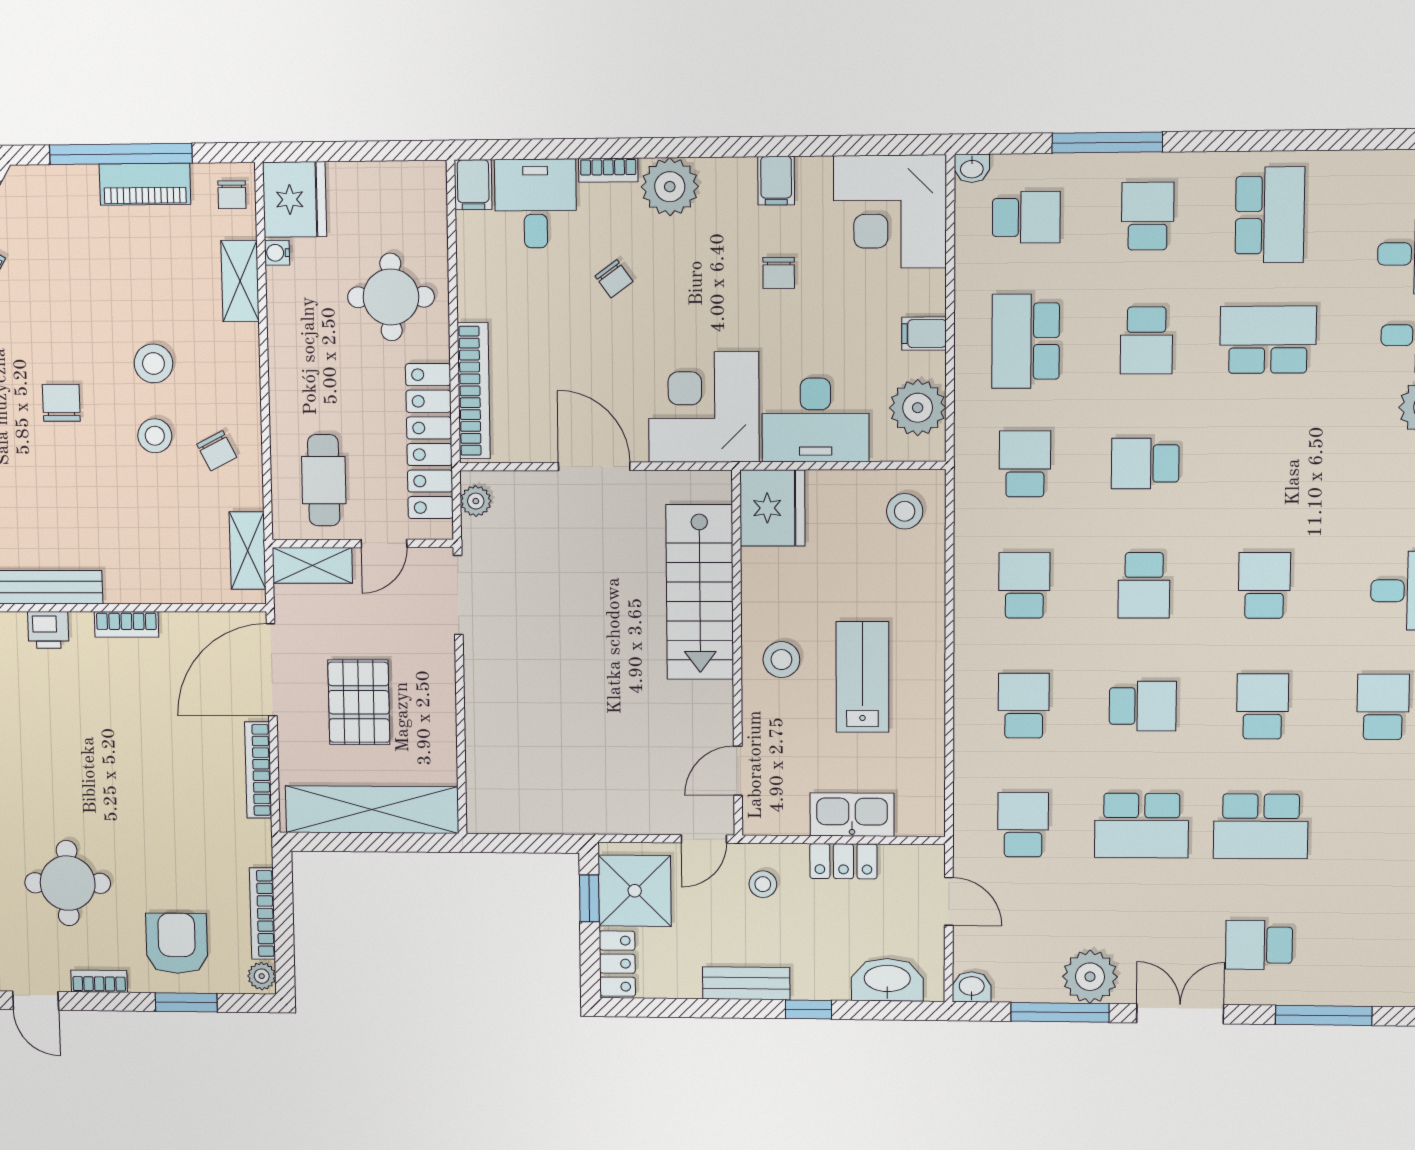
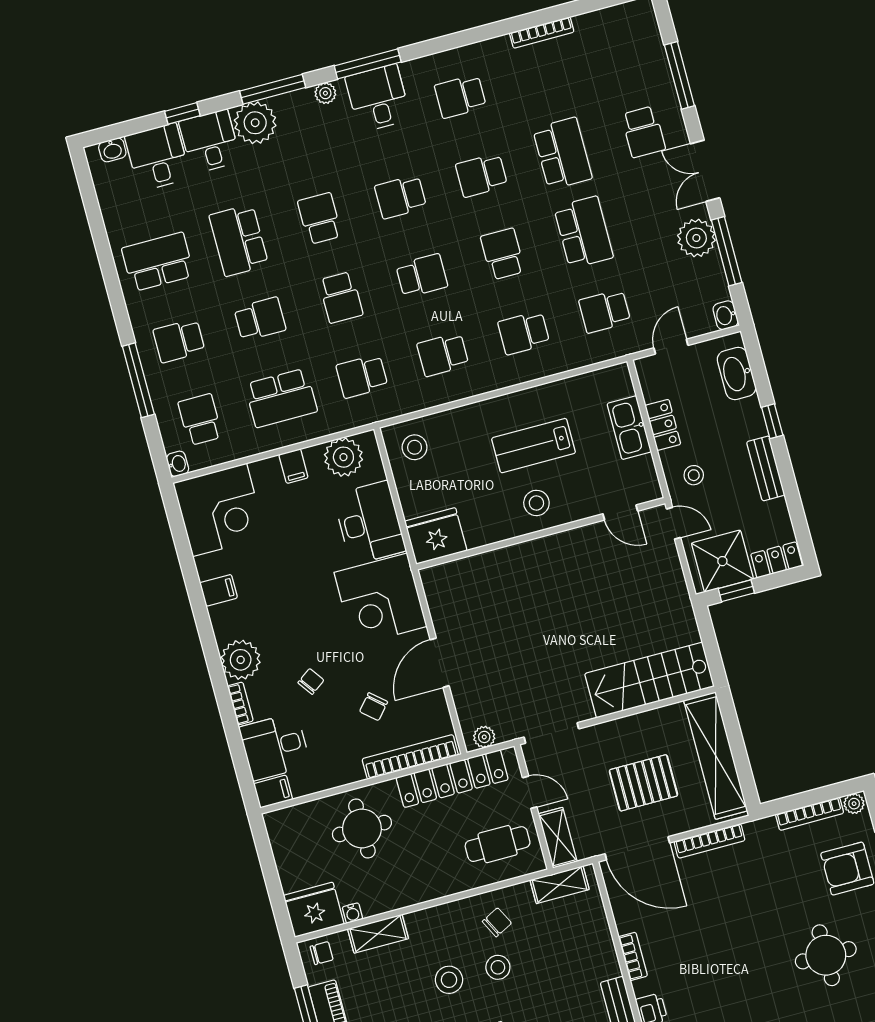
chair: (779, 273) -> (374, 707), moved, turned 131
school desk: (1266, 463) -> (320, 219), added
stairs: (700, 592) -> (649, 680), moved, turned 180

